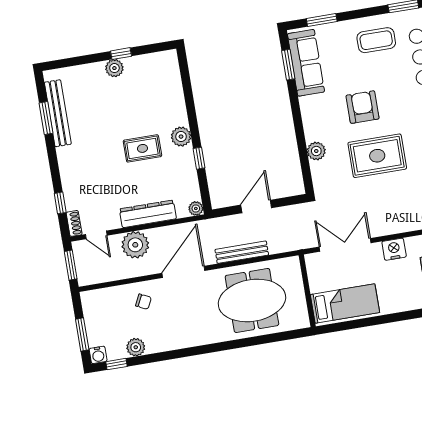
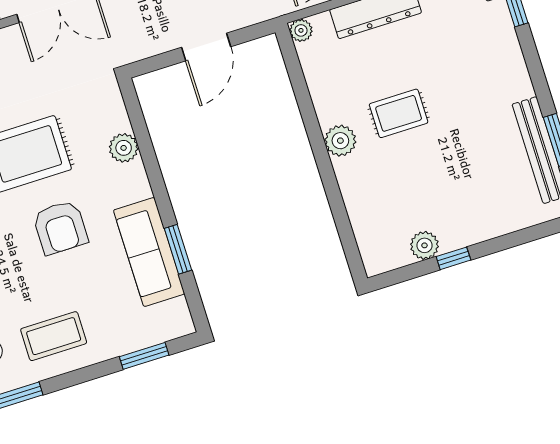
sofa: (306, 63) -> (149, 252), moved
window: (288, 65) -> (178, 249), moved
plant: (114, 68) -> (424, 245), moved
window: (199, 158) -> (307, 110), removed

